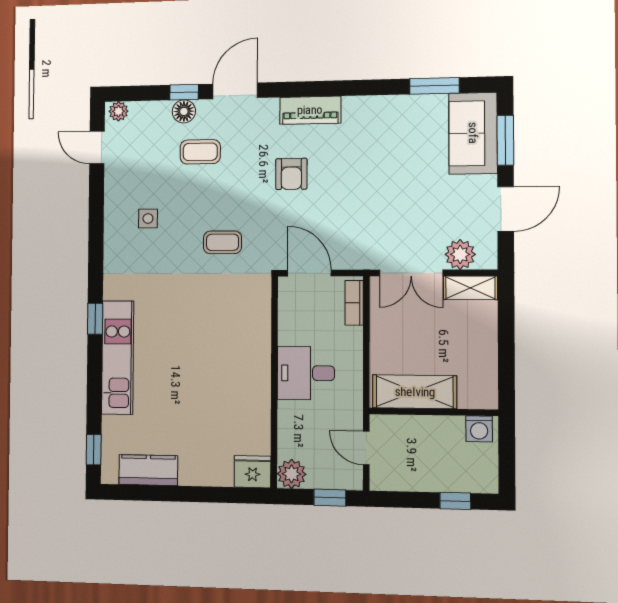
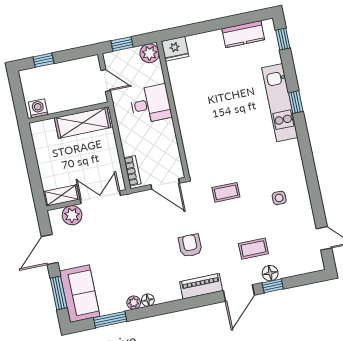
floor lamp: (371, 105) -> (148, 300), added
piano: (310, 110) -> (201, 286), moved
plant: (118, 111) -> (134, 303), moved
window: (95, 319) -> (296, 102), moved
desk: (306, 373) -> (151, 104), moved

